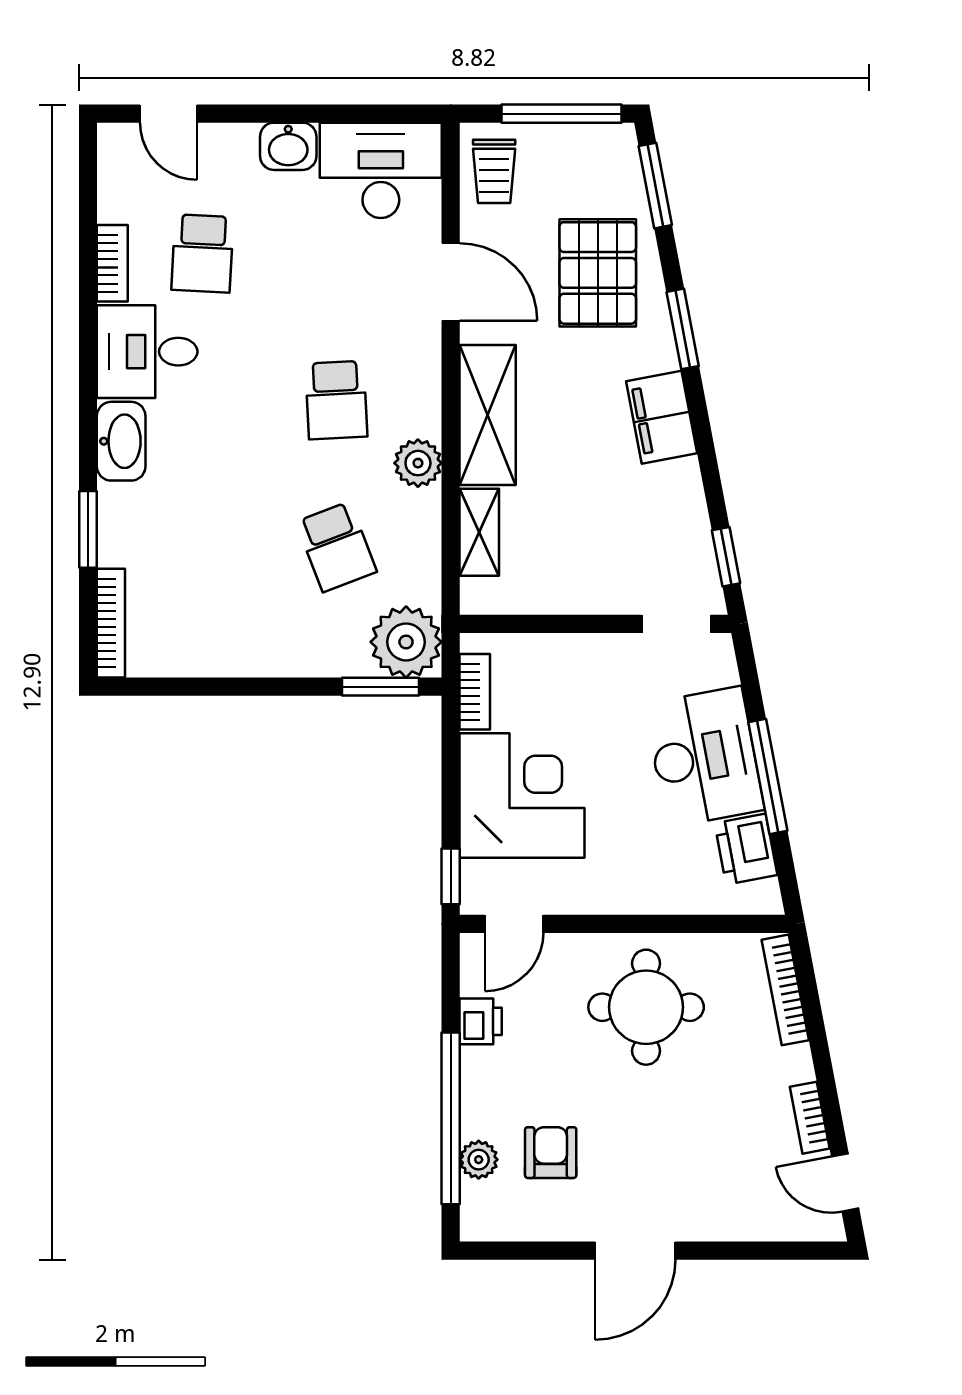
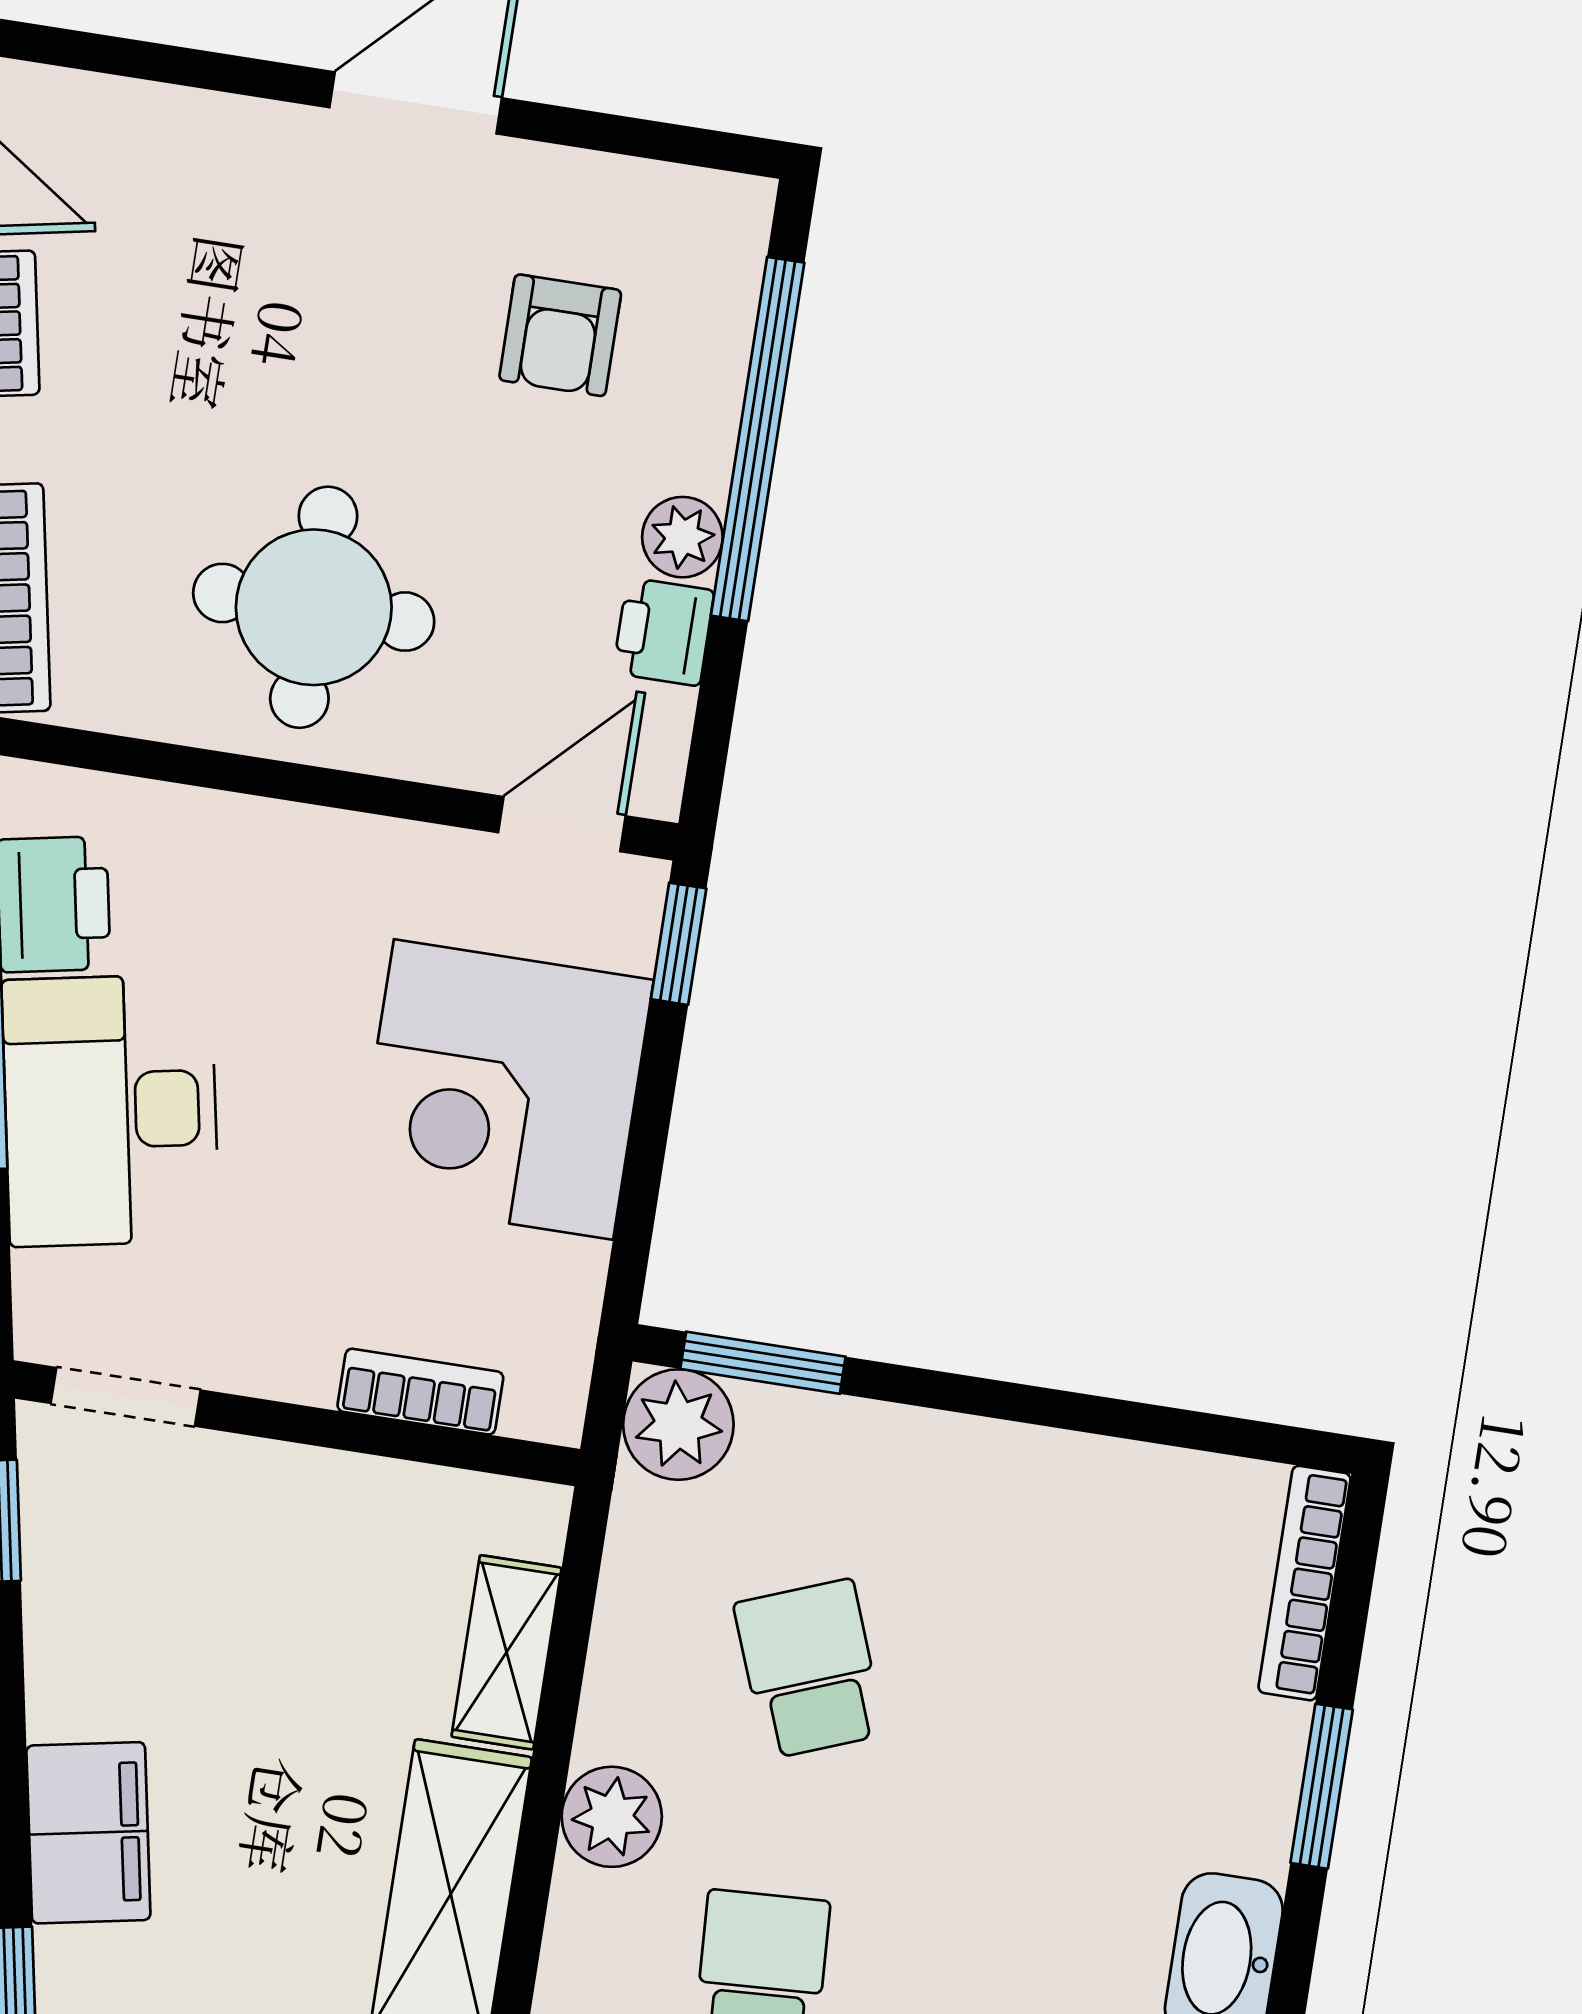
plant: (406, 642) -> (678, 1425), width x0.73, depth x0.73
bookcase: (475, 692) -> (420, 1392), moved, turned 90
plant: (479, 1160) -> (682, 537), moved

